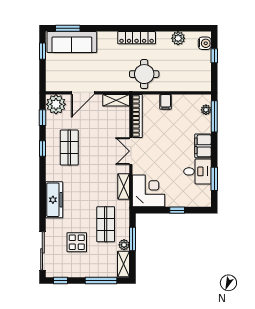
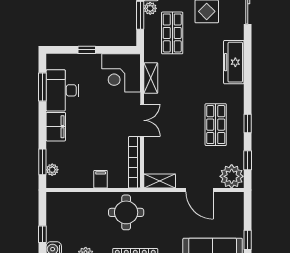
door: (83, 93) -> (200, 190), swing flipped
window: (214, 116) -> (42, 162), width x0.69
desk: (197, 171) -> (62, 90), width x1.37

